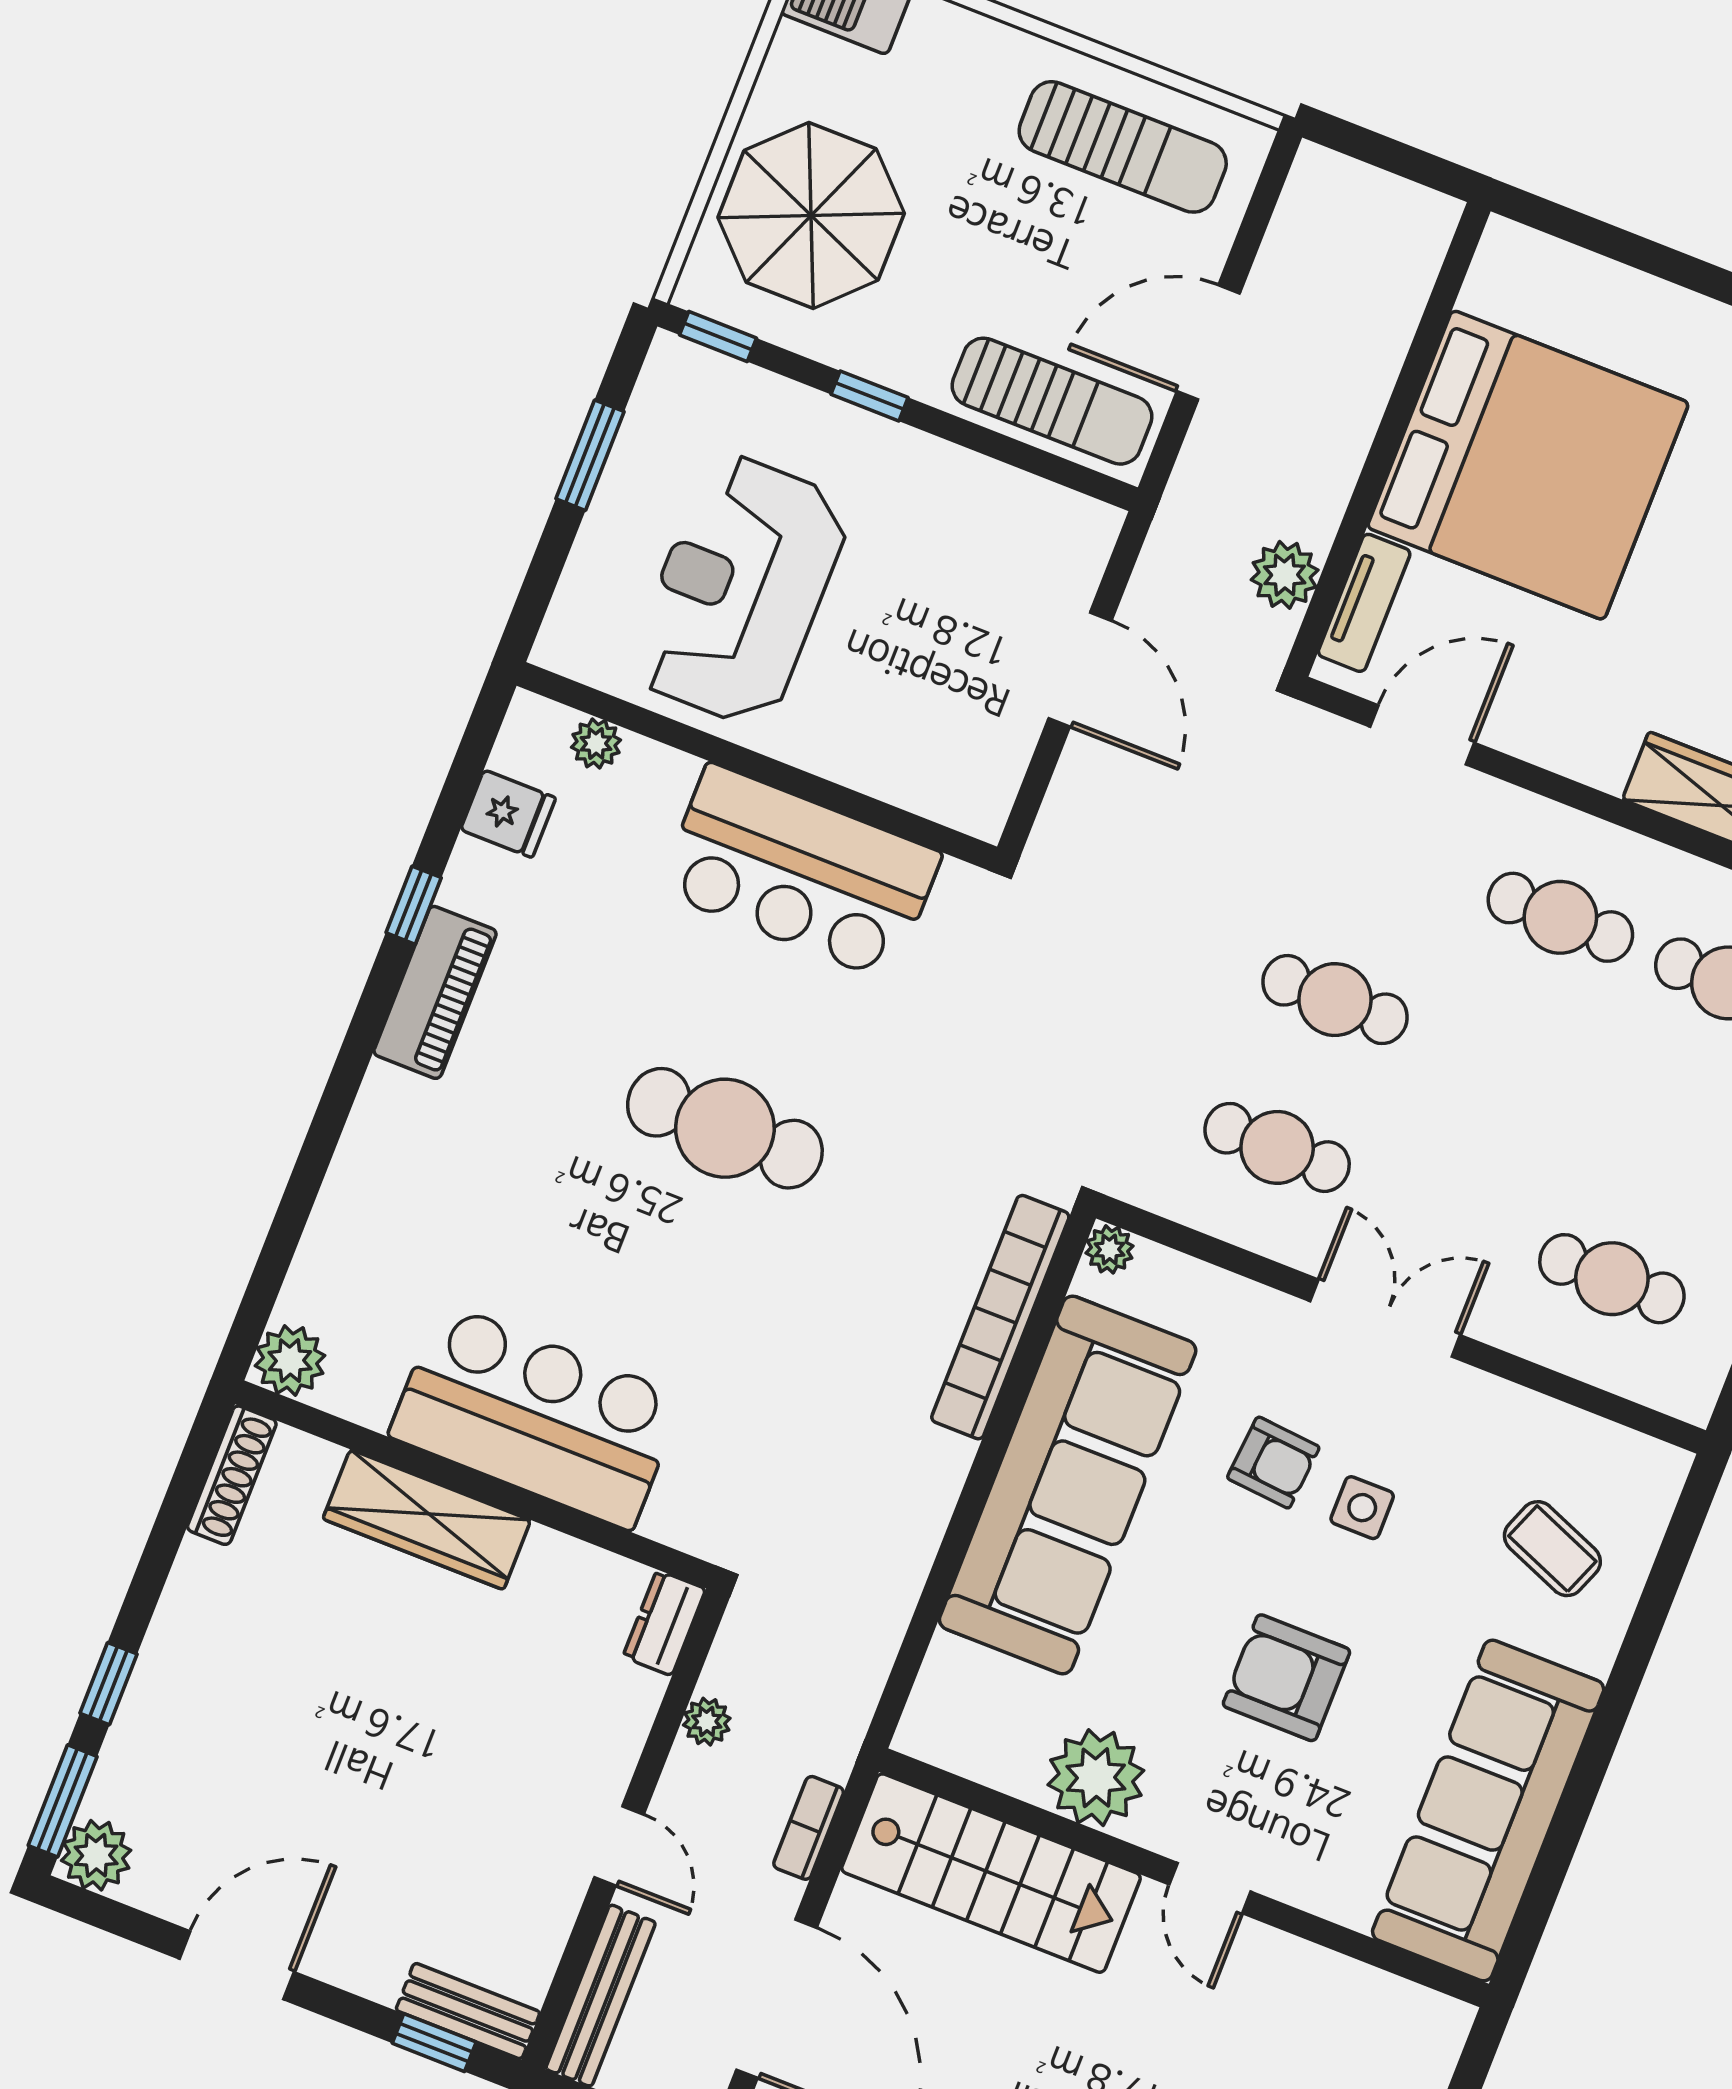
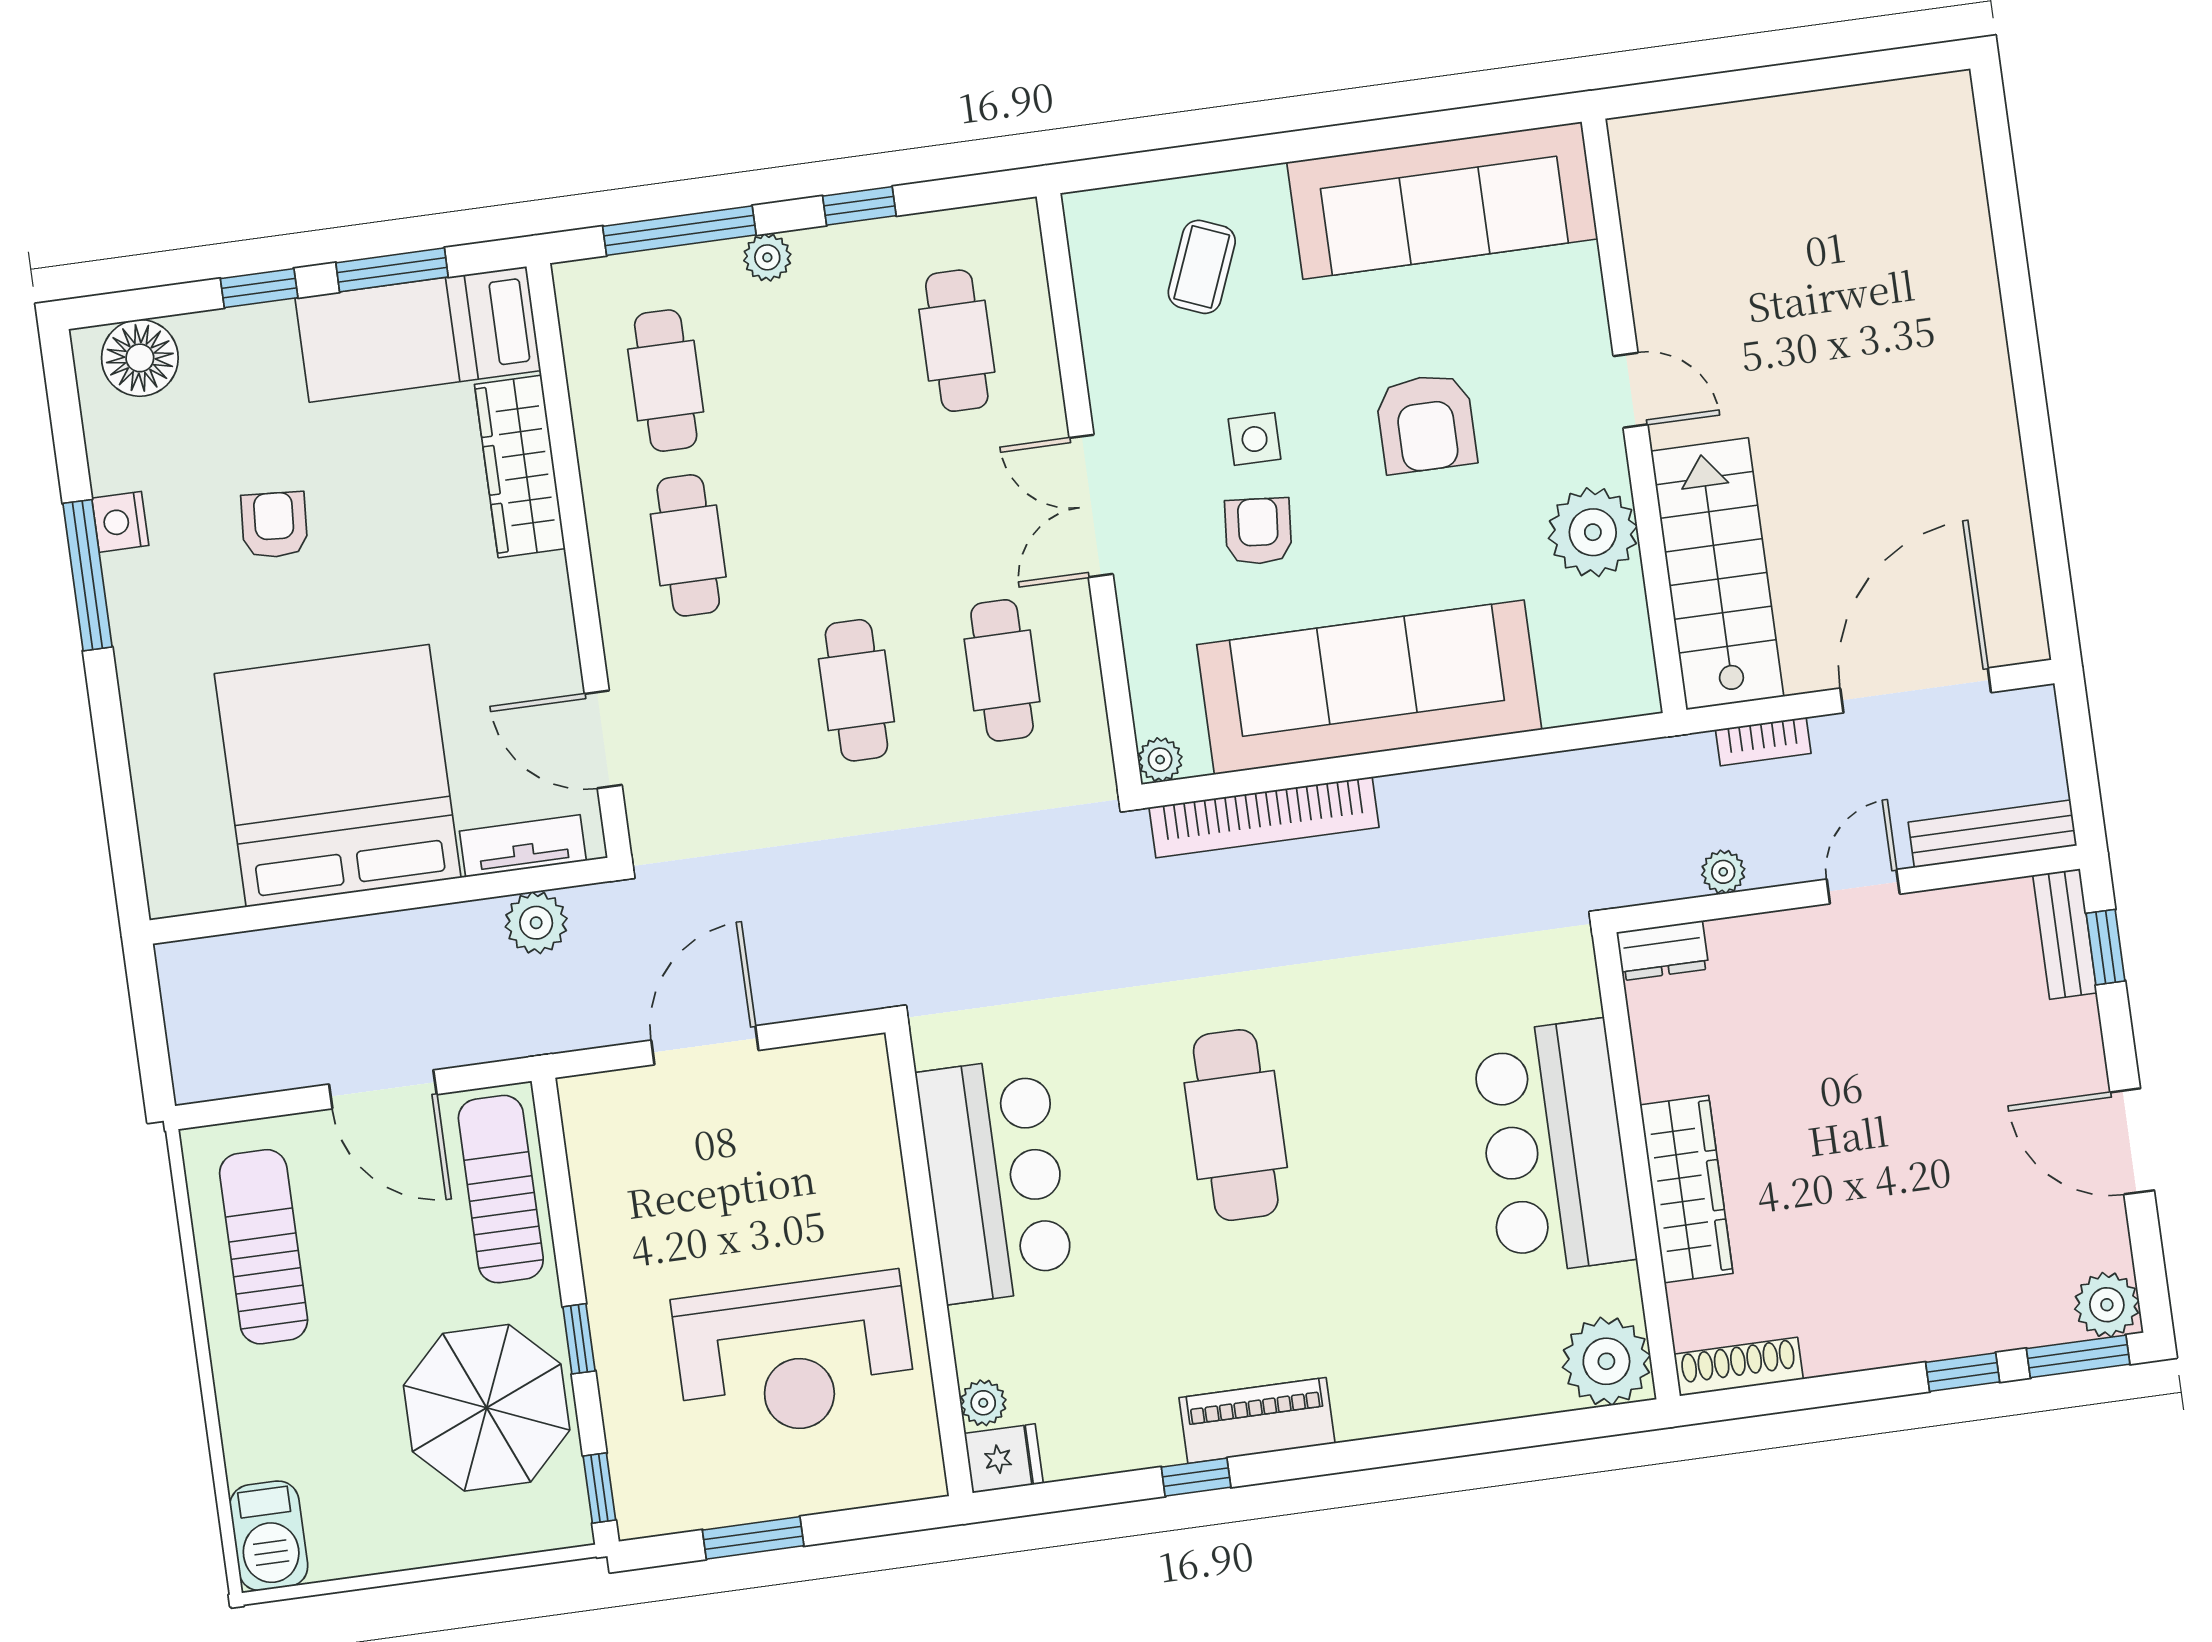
parasol: (811, 215) -> (487, 1408), moved
fridge: (508, 814) -> (1004, 1458), moved, turned 90
plant: (290, 1361) -> (1606, 1361), width x1.36, depth x1.36
door: (1210, 1888) -> (1631, 390), hinge flipped

